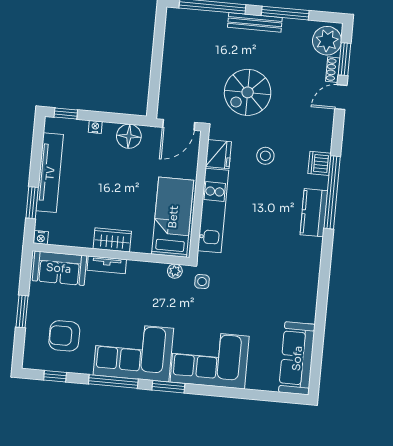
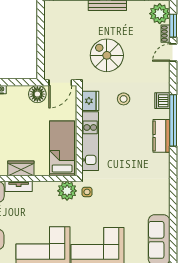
spiral stairs: (248, 92) -> (107, 55), turned 90
floor lamp: (129, 136) -> (37, 94), moved
plant: (175, 271) -> (67, 191), width x1.88, depth x1.88

